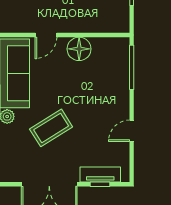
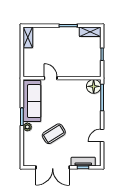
door: (46, 35) -> (51, 78), swing flipped
floor lamp: (79, 49) -> (94, 86), moved

